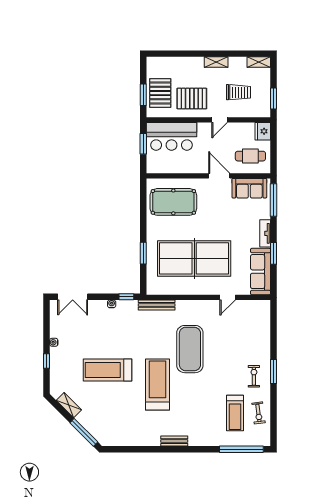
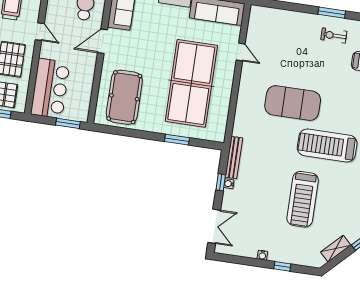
window: (143, 144) -> (68, 123), moved
window: (126, 297) -> (221, 182), moved
bench: (157, 305) -> (234, 158), moved

